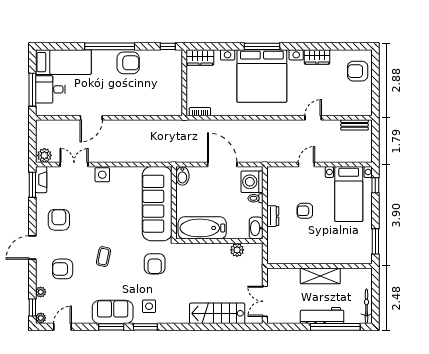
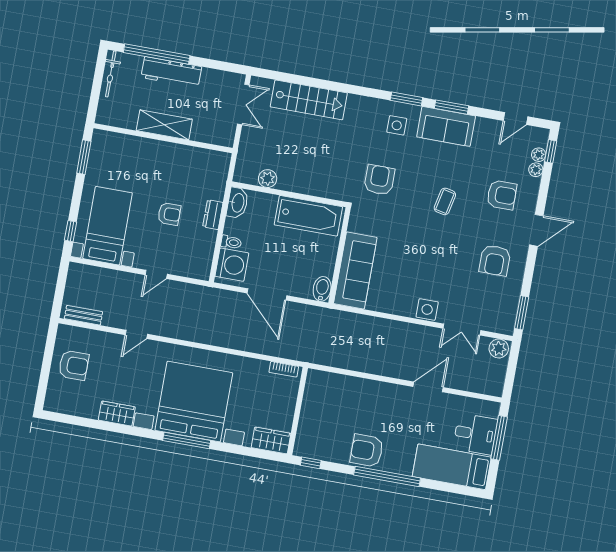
armchair: (358, 71) -> (74, 365), moved
fireplace: (41, 180) -> (509, 317), removed
sofa: (157, 204) -> (355, 271), width x0.74, depth x0.79
plant: (41, 318) -> (539, 155), moved

